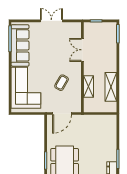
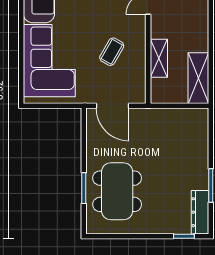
shelving: (111, 87) -> (198, 78), moved
door: (62, 114) -> (112, 106), hinge flipped

